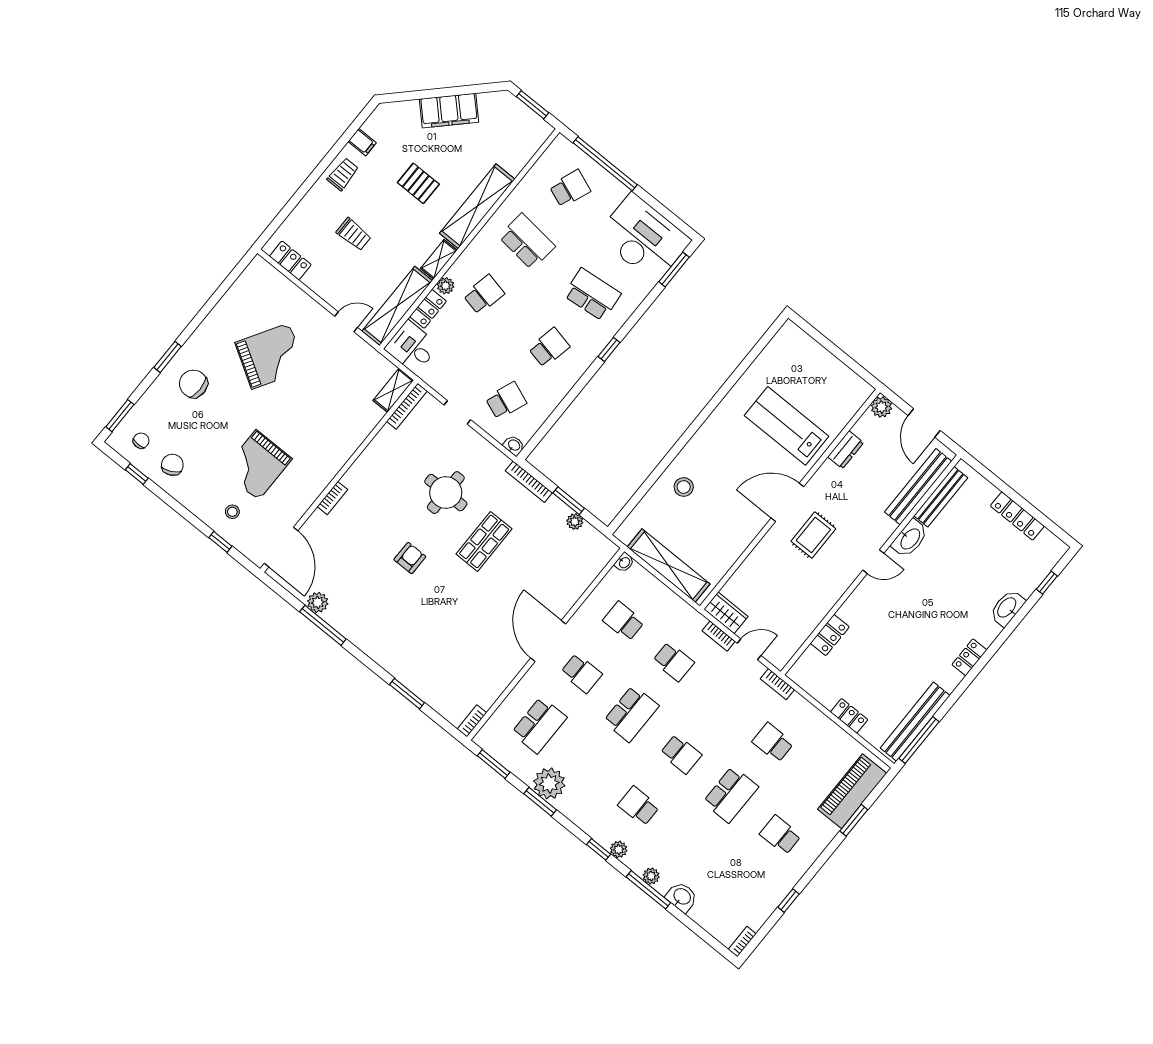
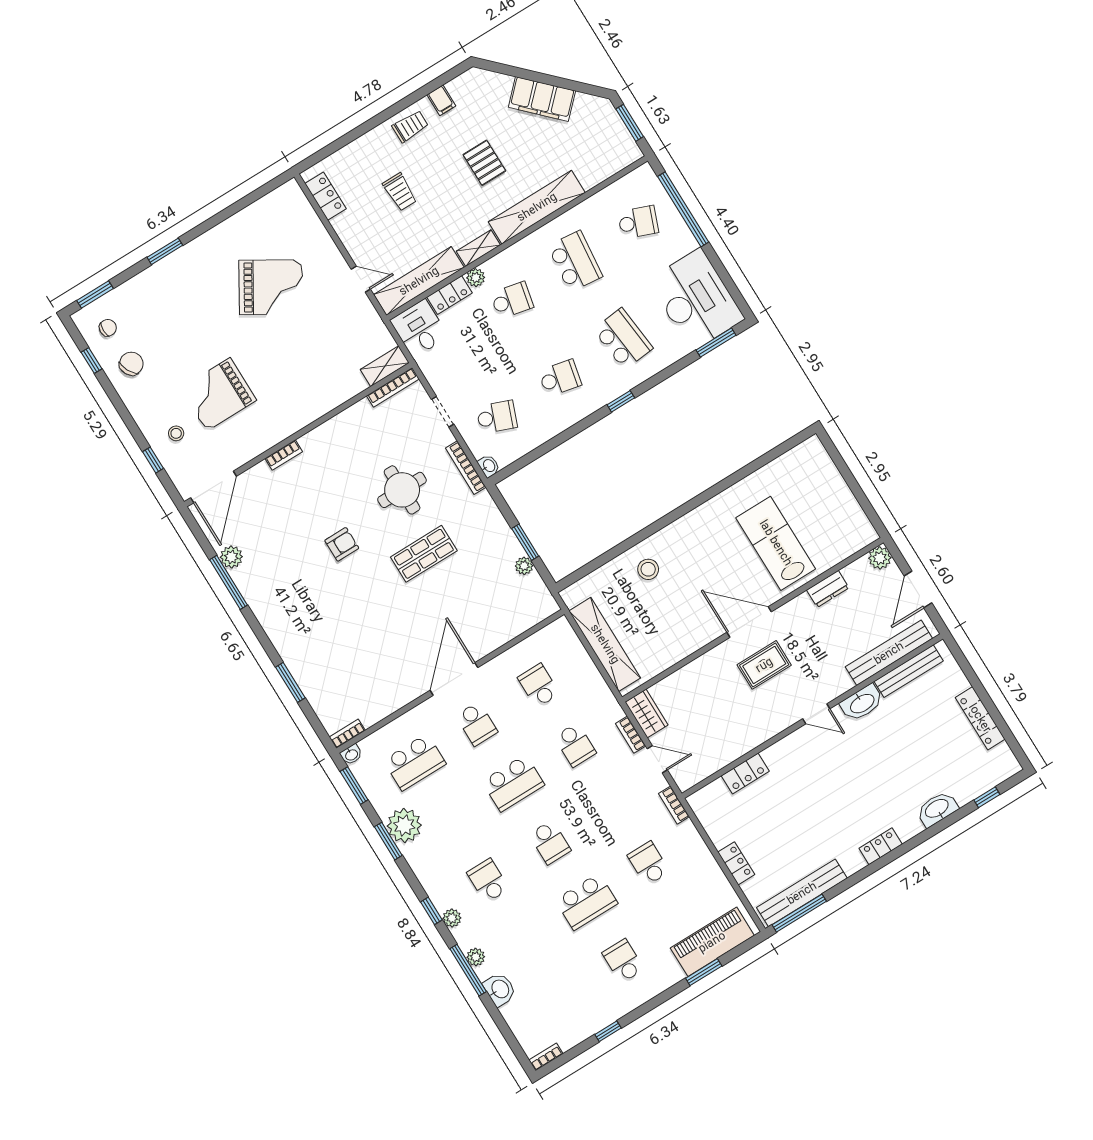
chair: (193, 384) -> (182, 288), removed
bookcase: (529, 482) -> (466, 468), moved
washbasin: (624, 562) -> (351, 755), moved

